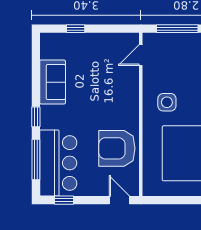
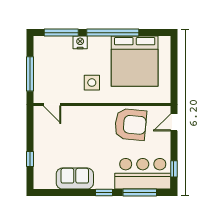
armchair: (117, 148) -> (131, 124), turned -85

